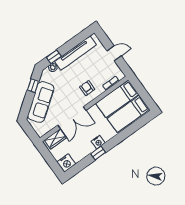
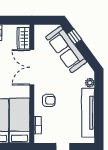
window: (54, 57) -> (99, 91), removed
window: (33, 86) -> (74, 37), moved

